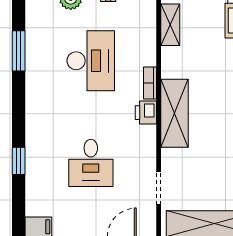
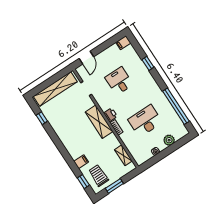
window: (19, 51) -> (176, 106), width x2.11
desk: (91, 61) -> (145, 121), turned 90

